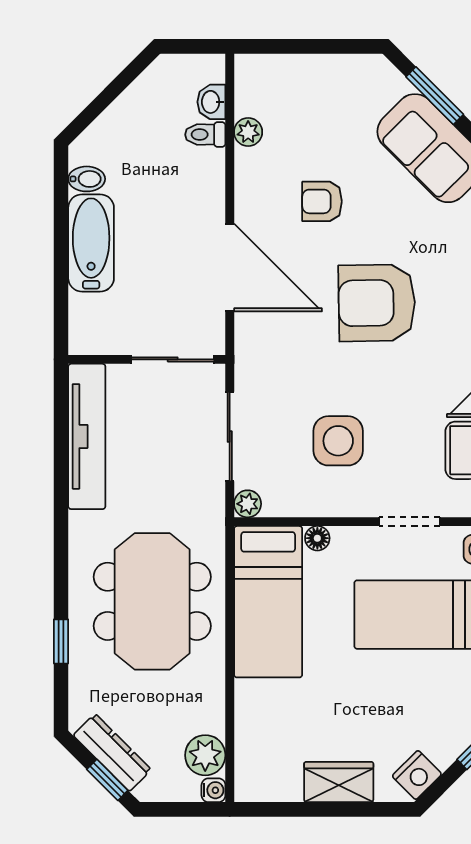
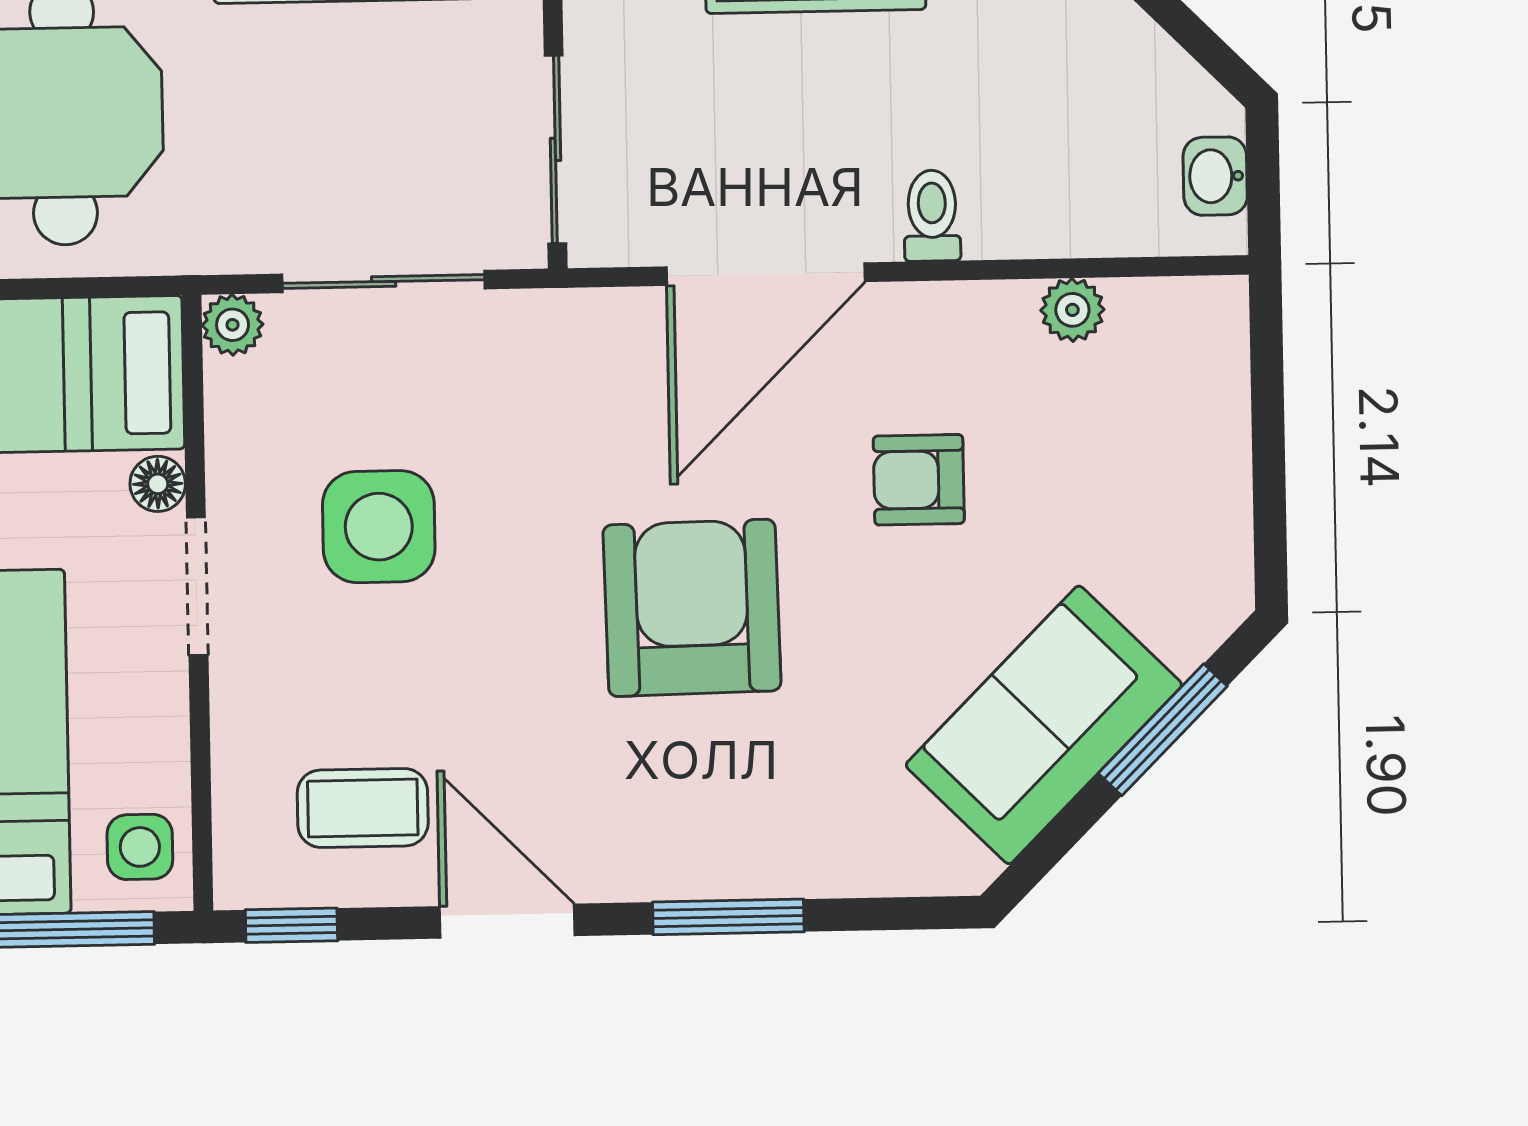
washbasin: (211, 102) -> (1215, 176), moved, turned -90
toilet: (205, 135) -> (932, 216), moved
armchair: (322, 201) -> (919, 480), turned -90
doorway: (410, 522) -> (197, 586), moved

